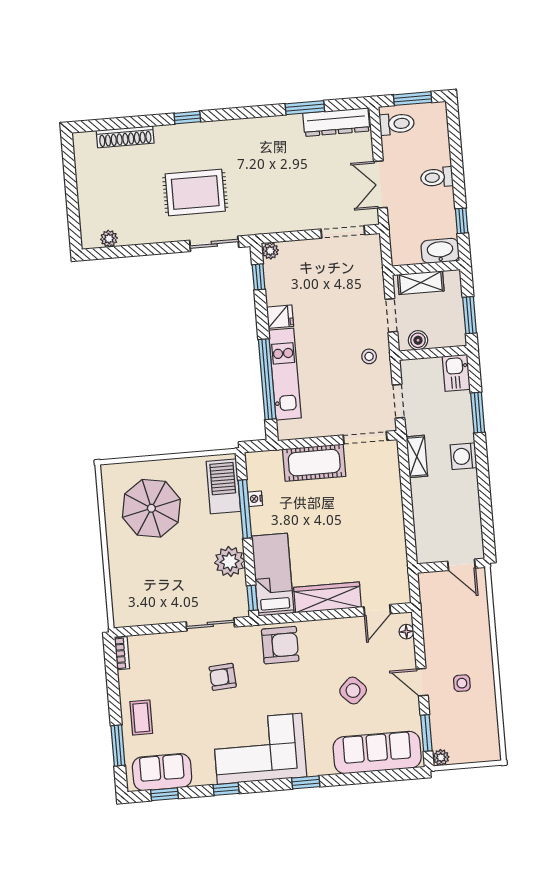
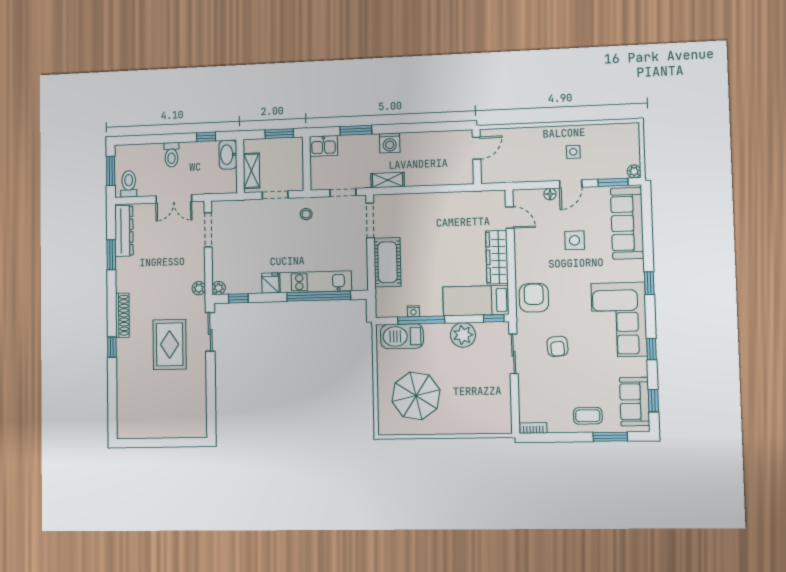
shoe rack: (125, 137) -> (122, 315), moved
plant: (109, 239) -> (199, 288), moved
boiler: (418, 340) -> (296, 175), removed
floor lamp: (406, 632) -> (550, 194), moved
side table: (353, 691) -> (575, 240), turned 45

